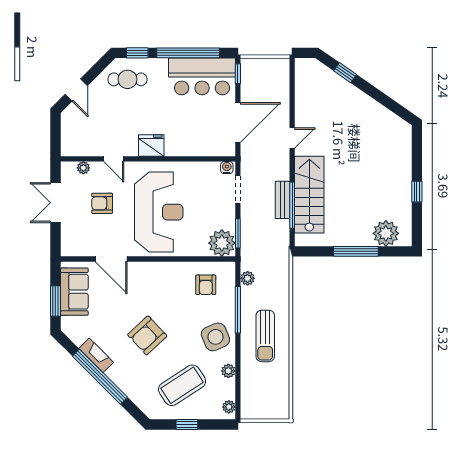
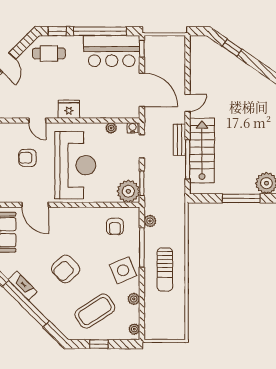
door: (238, 123) -> (142, 90), hinge flipped
plant: (83, 168) -> (111, 128), moved
bench: (282, 200) -> (179, 140), moved

